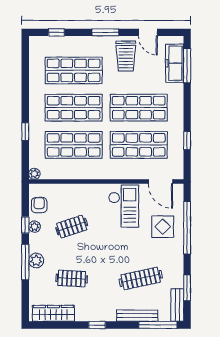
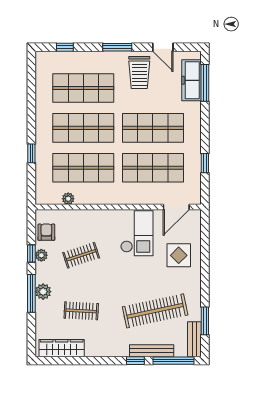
plant: (34, 174) -> (68, 199), moved
door: (160, 182) -> (176, 207), hinge flipped
window: (187, 228) -> (205, 257), removed
clothes rail: (141, 278) -> (155, 311), width x1.37, depth x1.31
window: (97, 325) -> (135, 361), moved

